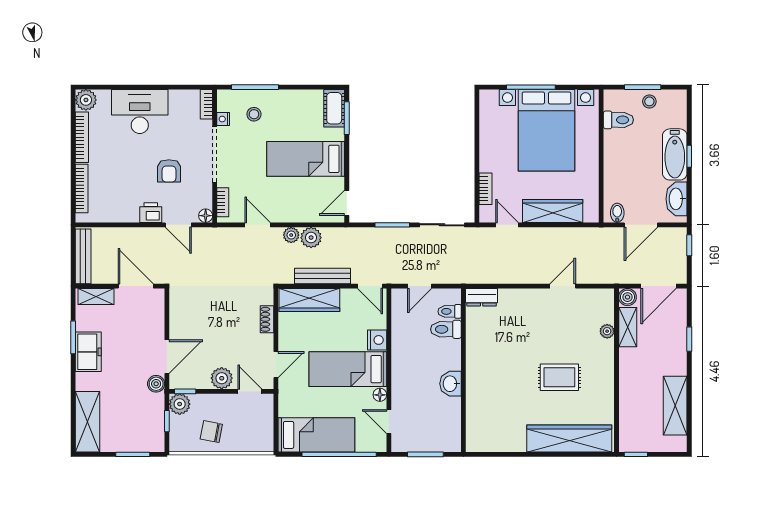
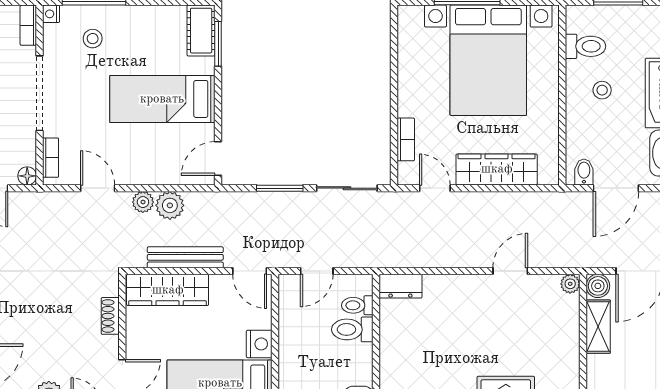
stool: (649, 101) -> (602, 90), moved
nightstand: (223, 119) -> (51, 14), moved
plant: (607, 331) -> (570, 284), moved

